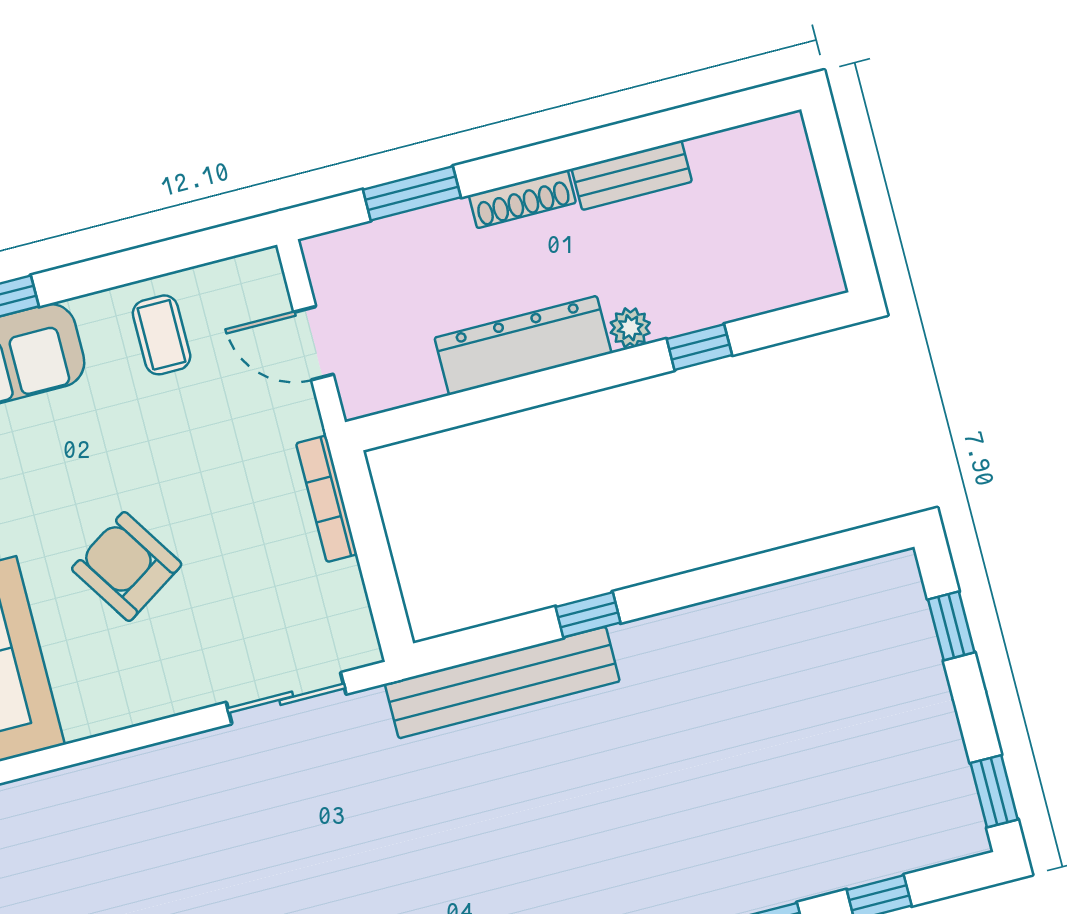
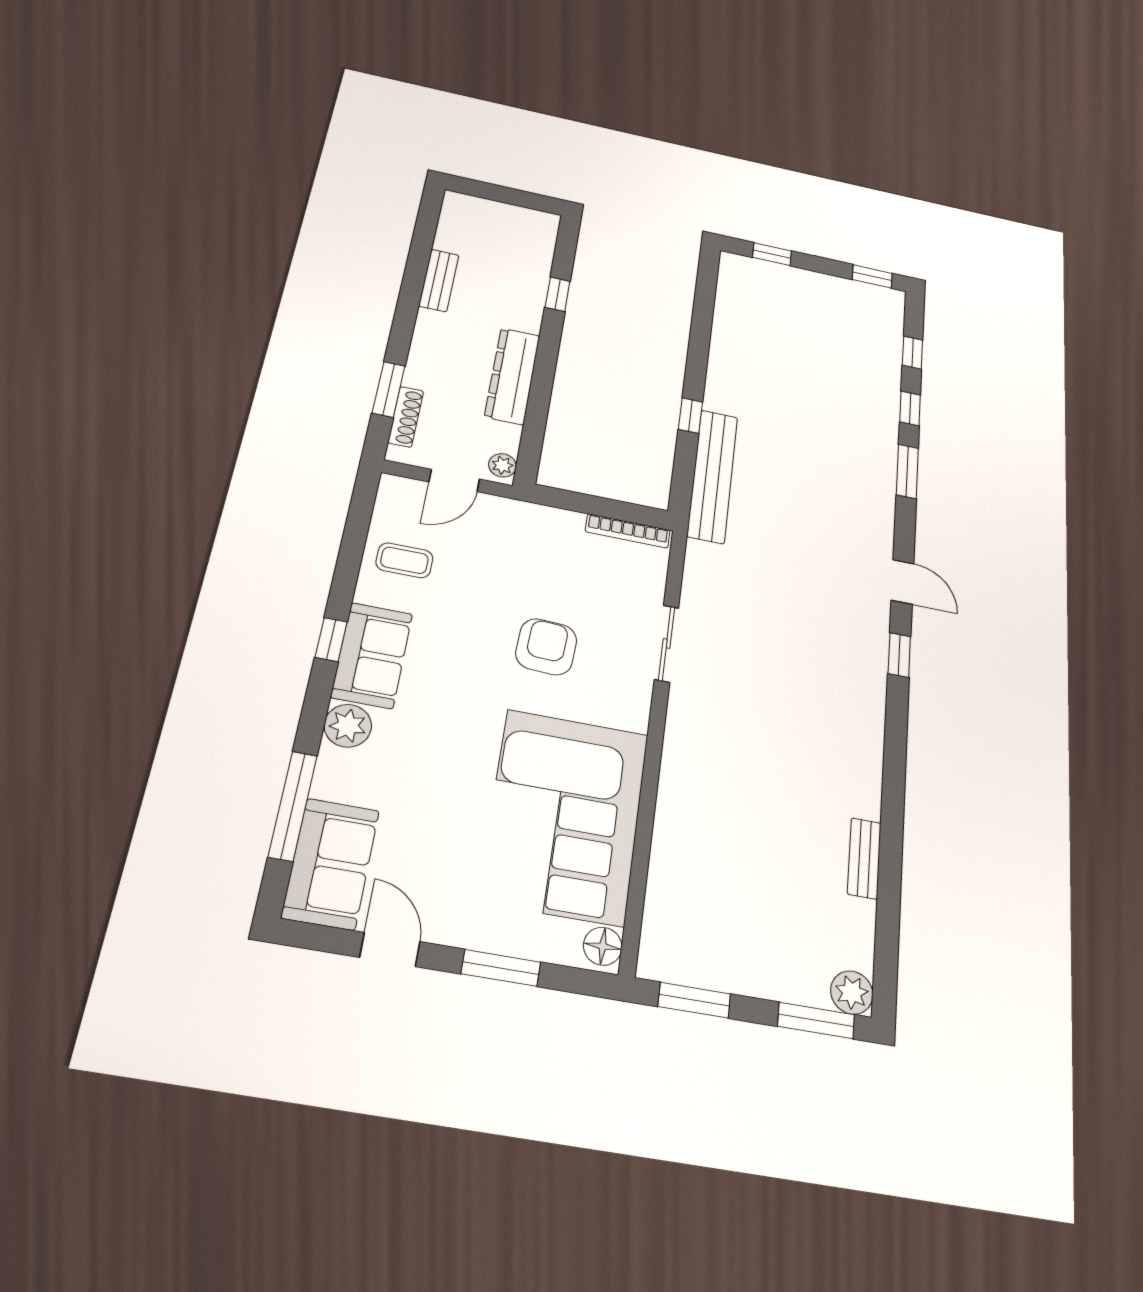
shoe rack: (522, 199) -> (406, 417), moved
plant: (630, 328) -> (502, 465), moved
bookcase: (327, 499) -> (628, 531), moved
armchair: (127, 566) -> (546, 647), turned 126
sliding door: (286, 698) -> (667, 644), moved

